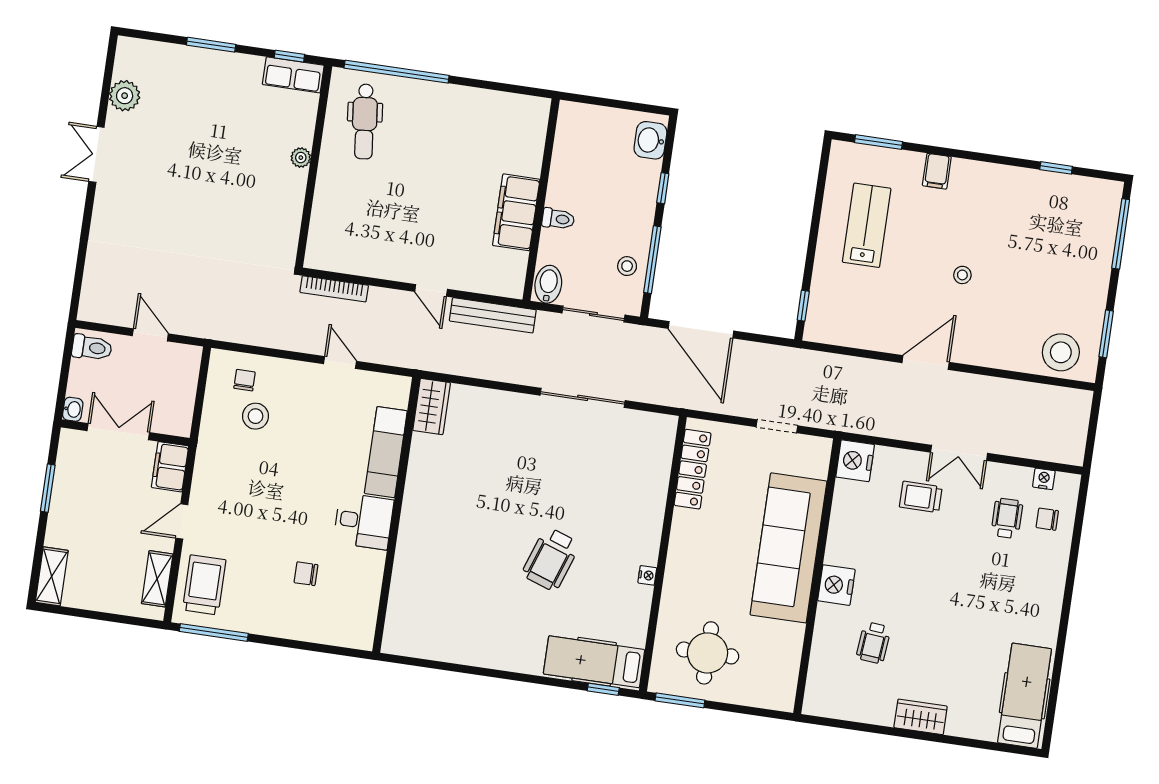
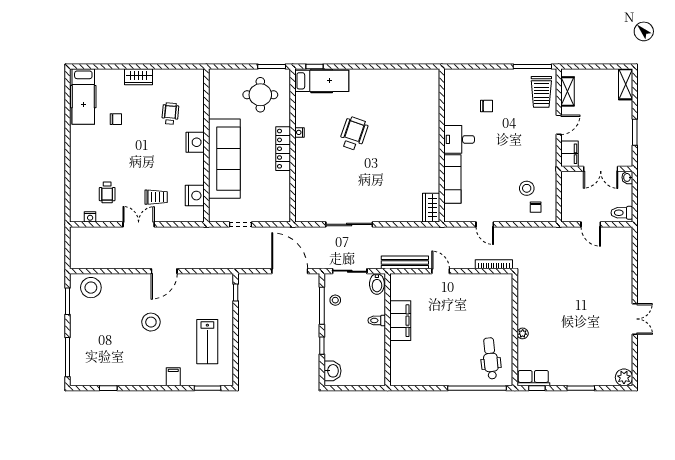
plant: (125, 96) -> (624, 377), moved
stool: (962, 275) -> (151, 322), width x1.89, depth x1.89
nightstand: (855, 461) -> (195, 196), moved
locker: (693, 469) -> (283, 149), moved
chair: (1047, 519) -> (116, 119), moved

